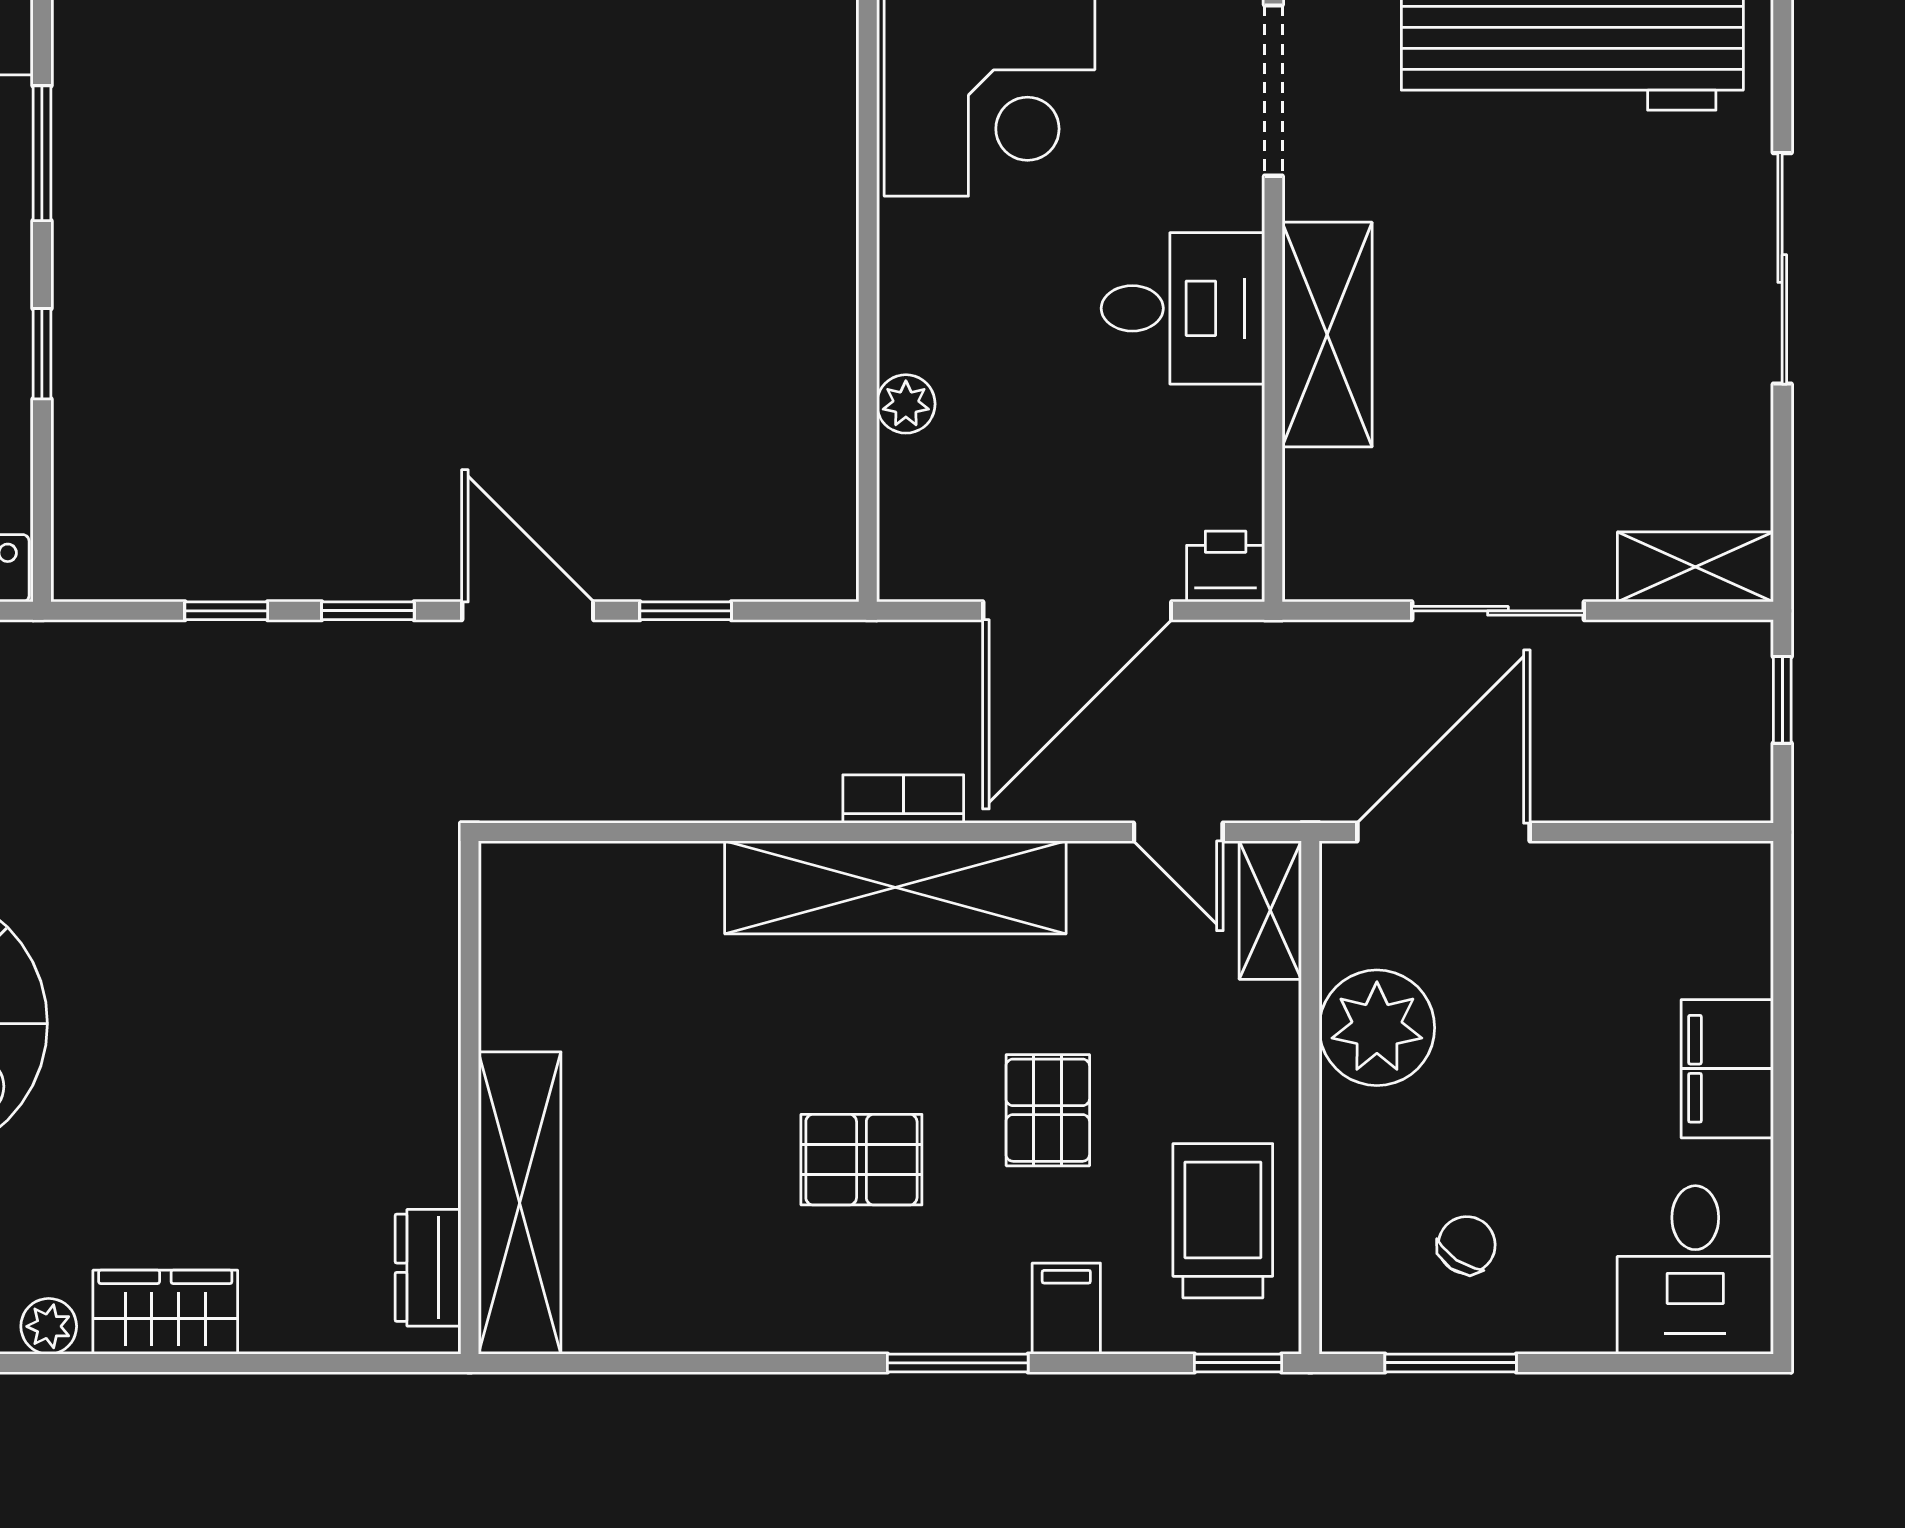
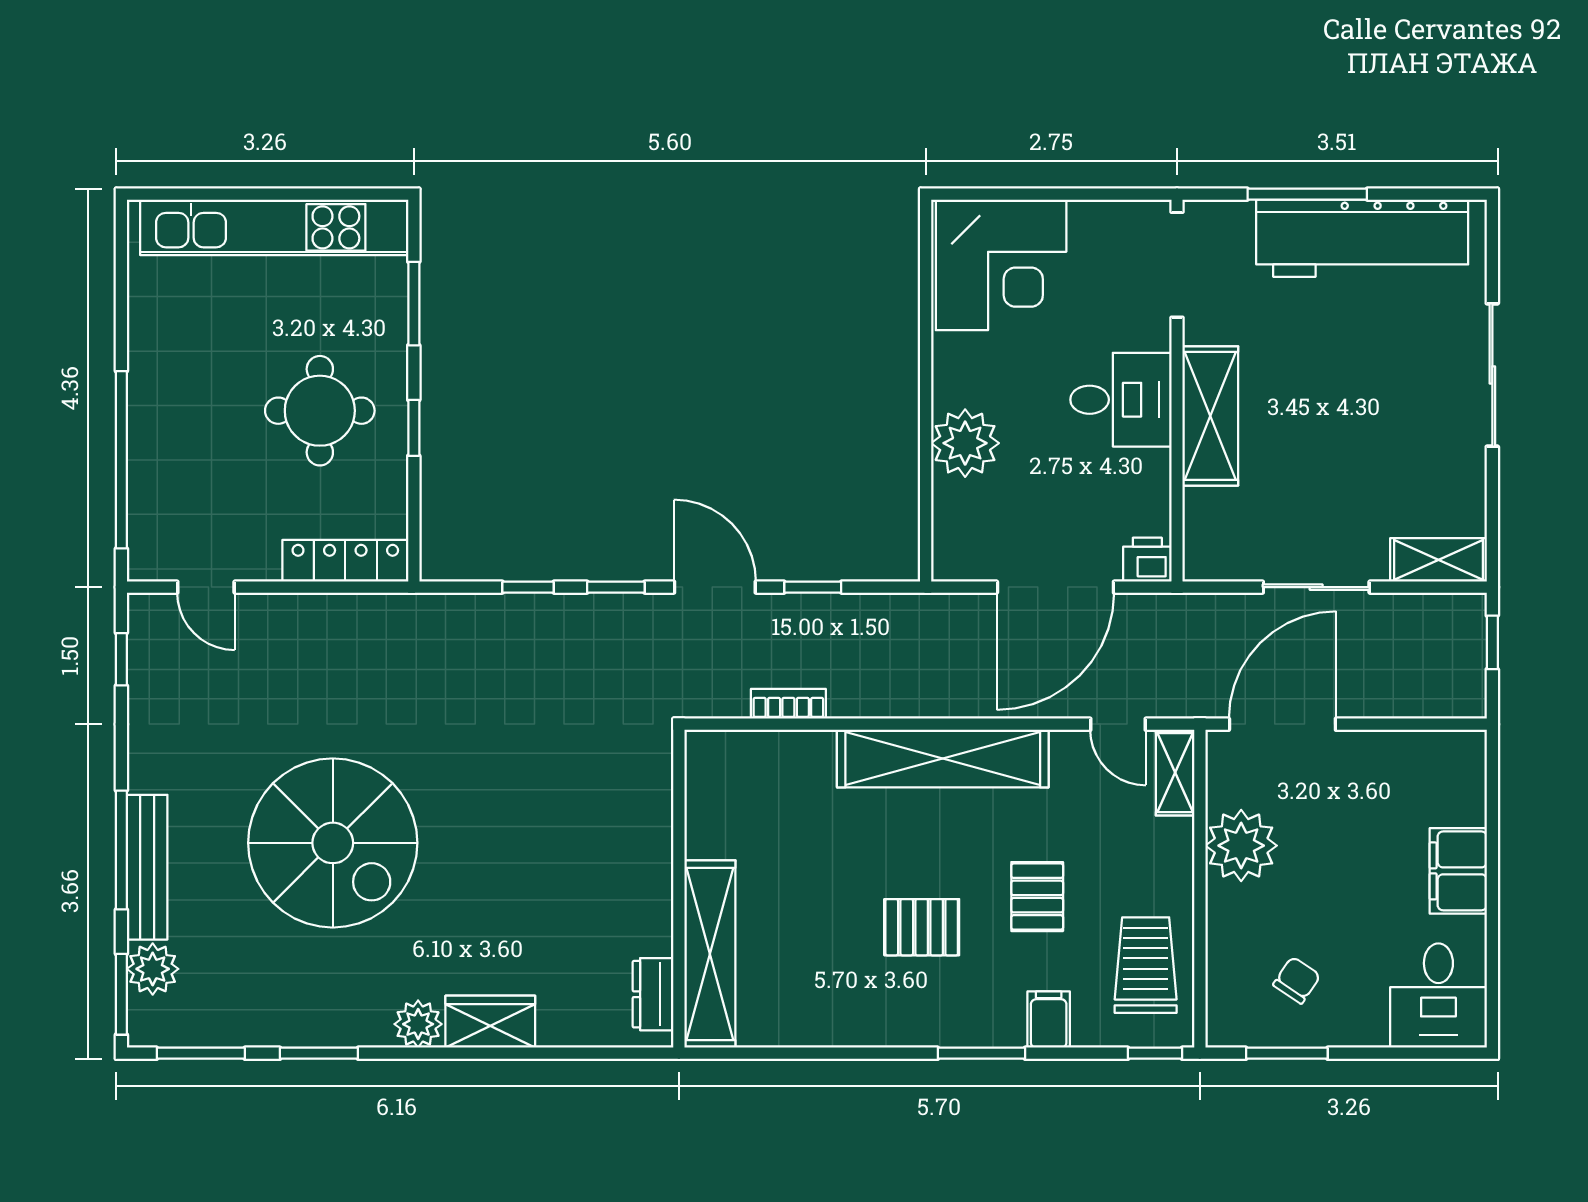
plant: (906, 404) -> (965, 443), width x1.88, depth x1.88
bookcase: (903, 799) -> (788, 704), moved
plant: (49, 1326) -> (418, 1024), width x1.38, depth x1.38

